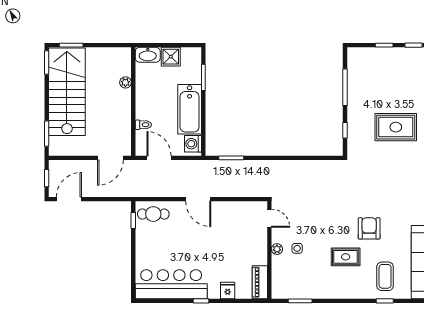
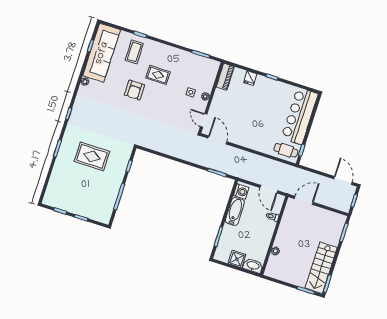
stairs: (67, 92) -> (321, 268), width x0.73, depth x0.66
bathtub: (190, 109) -> (235, 211), width x0.73, depth x0.73
door: (69, 199) -> (343, 180), swing flipped
door: (198, 199) -> (217, 140), moved
bar counter: (171, 284) -> (300, 116), moved, turned 90

